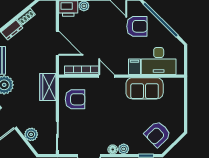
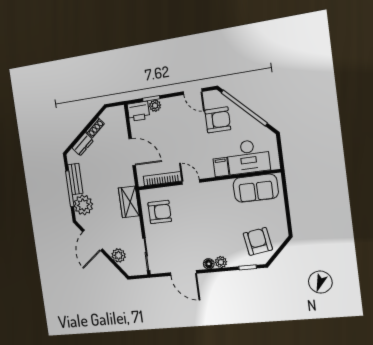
sofa: (145, 88) -> (256, 188), moved
armchair: (158, 134) -> (258, 241), turned 125

